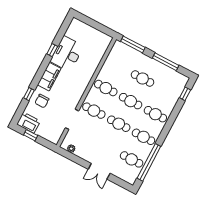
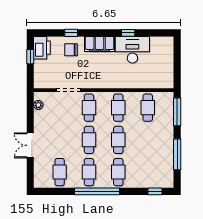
cafe table: (143, 78) -> (148, 108), moved
window: (149, 162) -> (97, 191), moved

